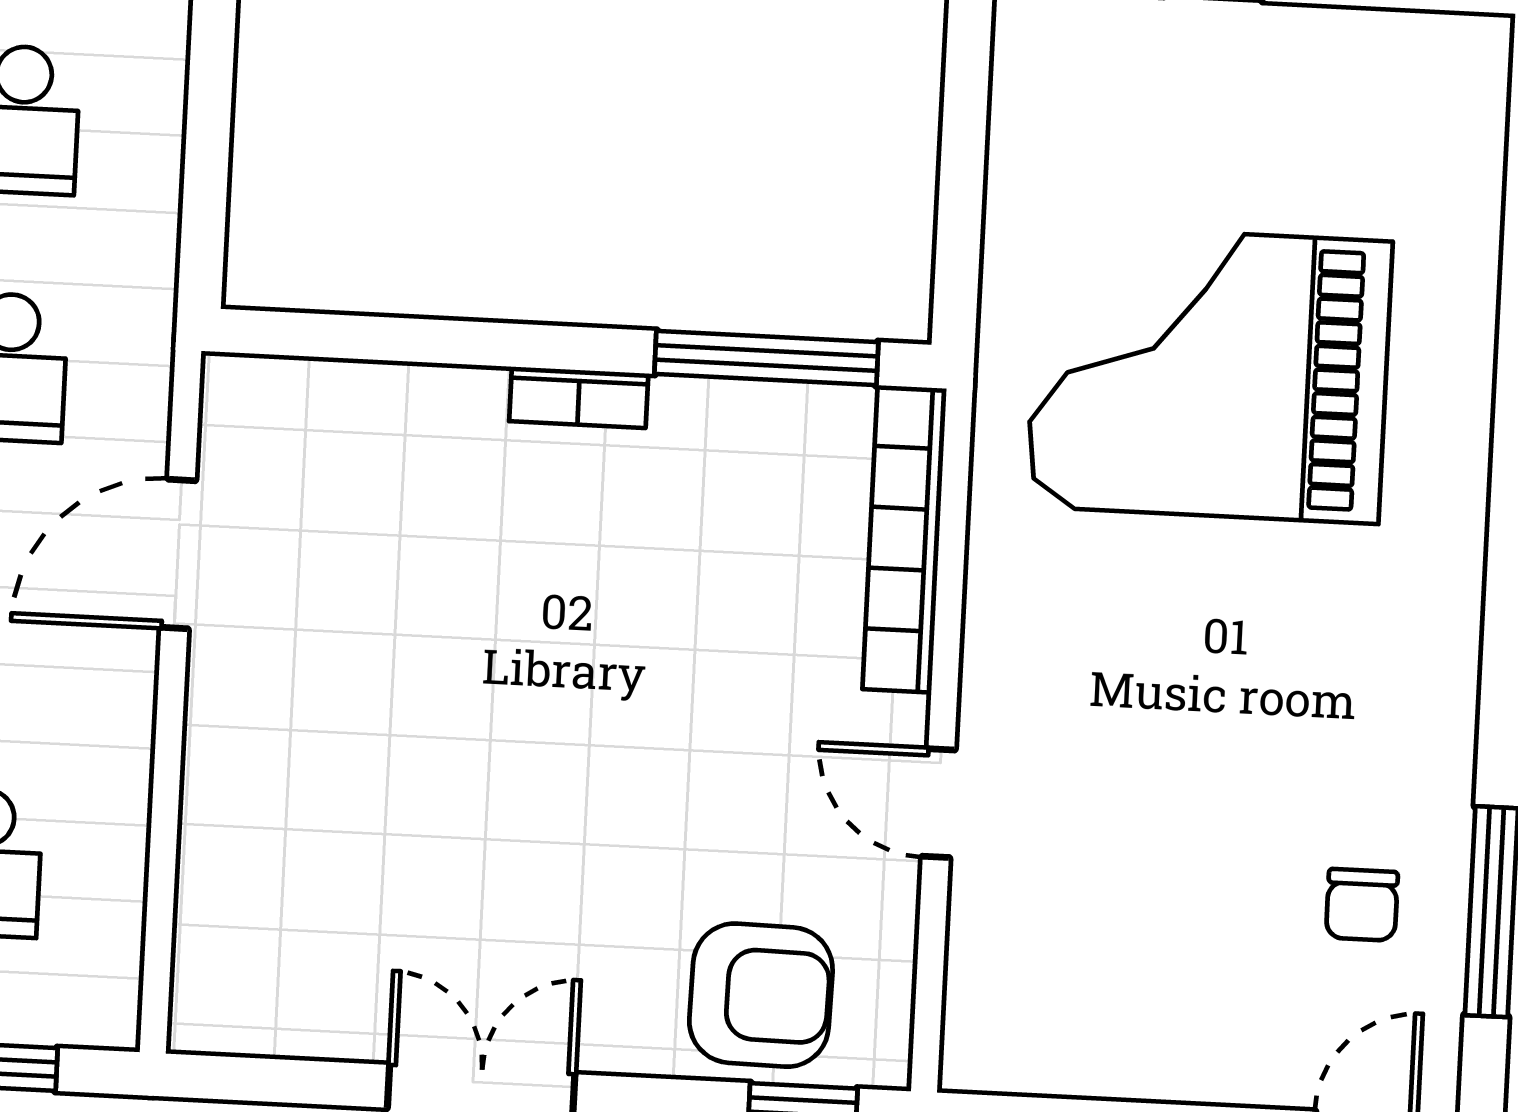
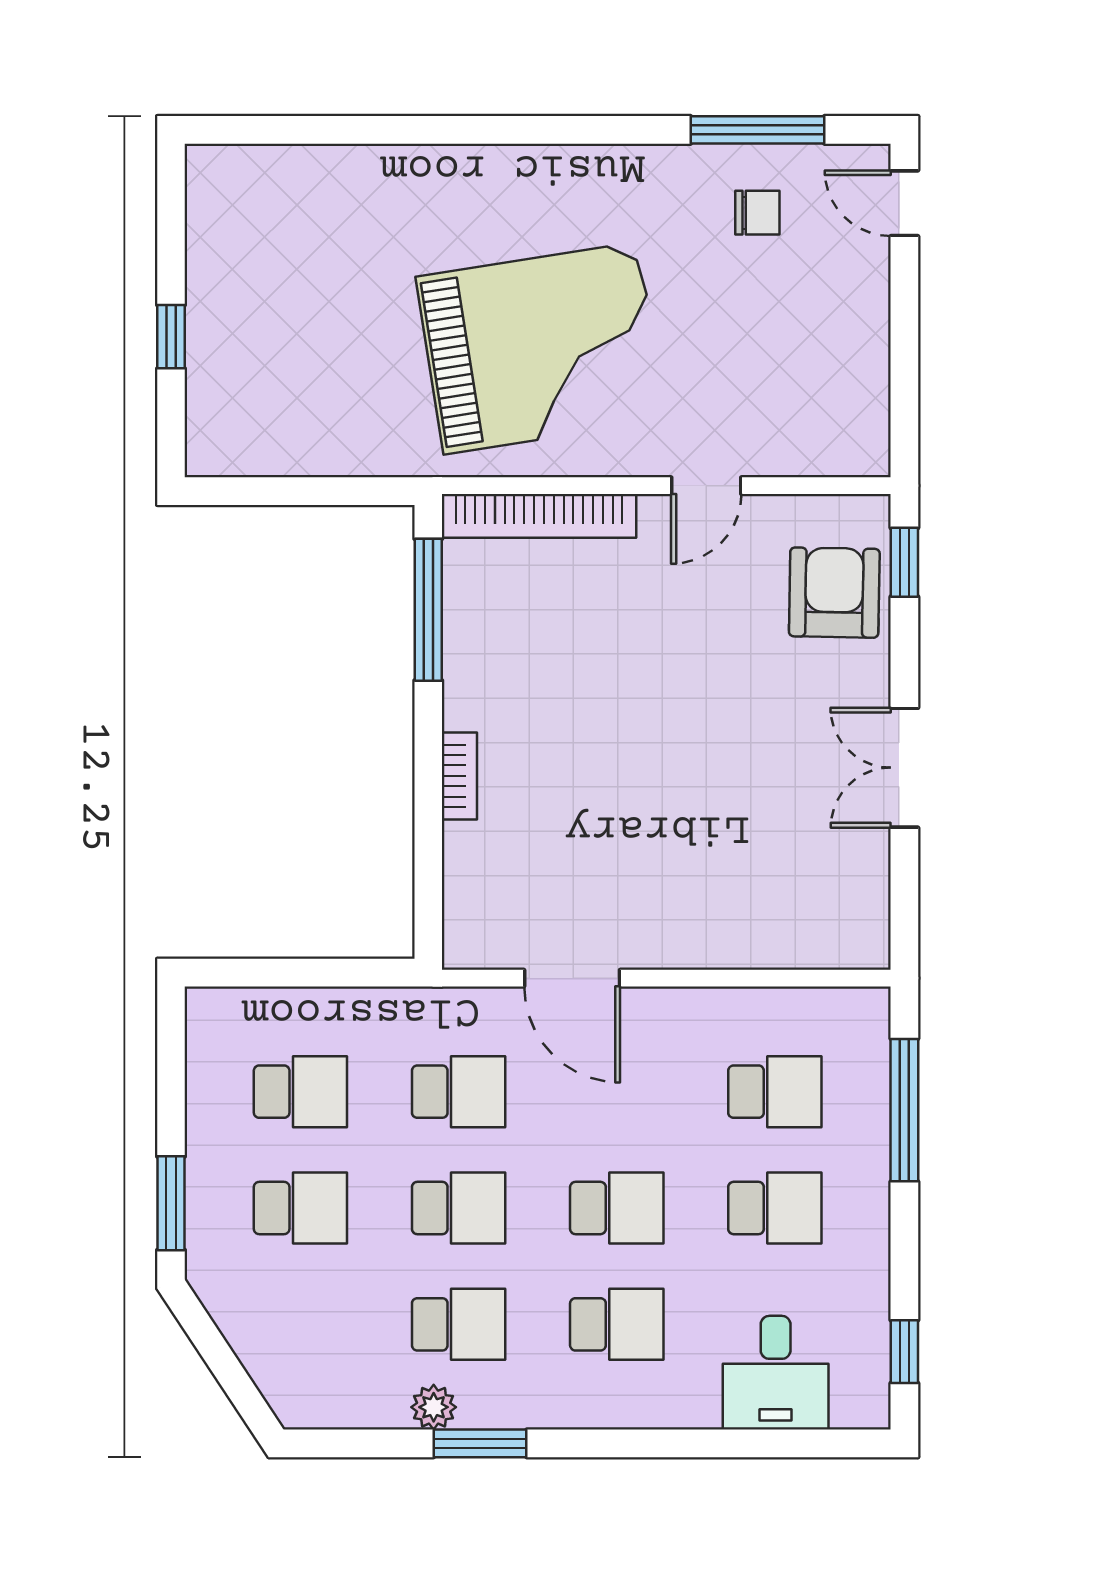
grand piano: (1209, 374) -> (541, 348), moved, turned -99
bookcase: (579, 397) -> (459, 776), moved

